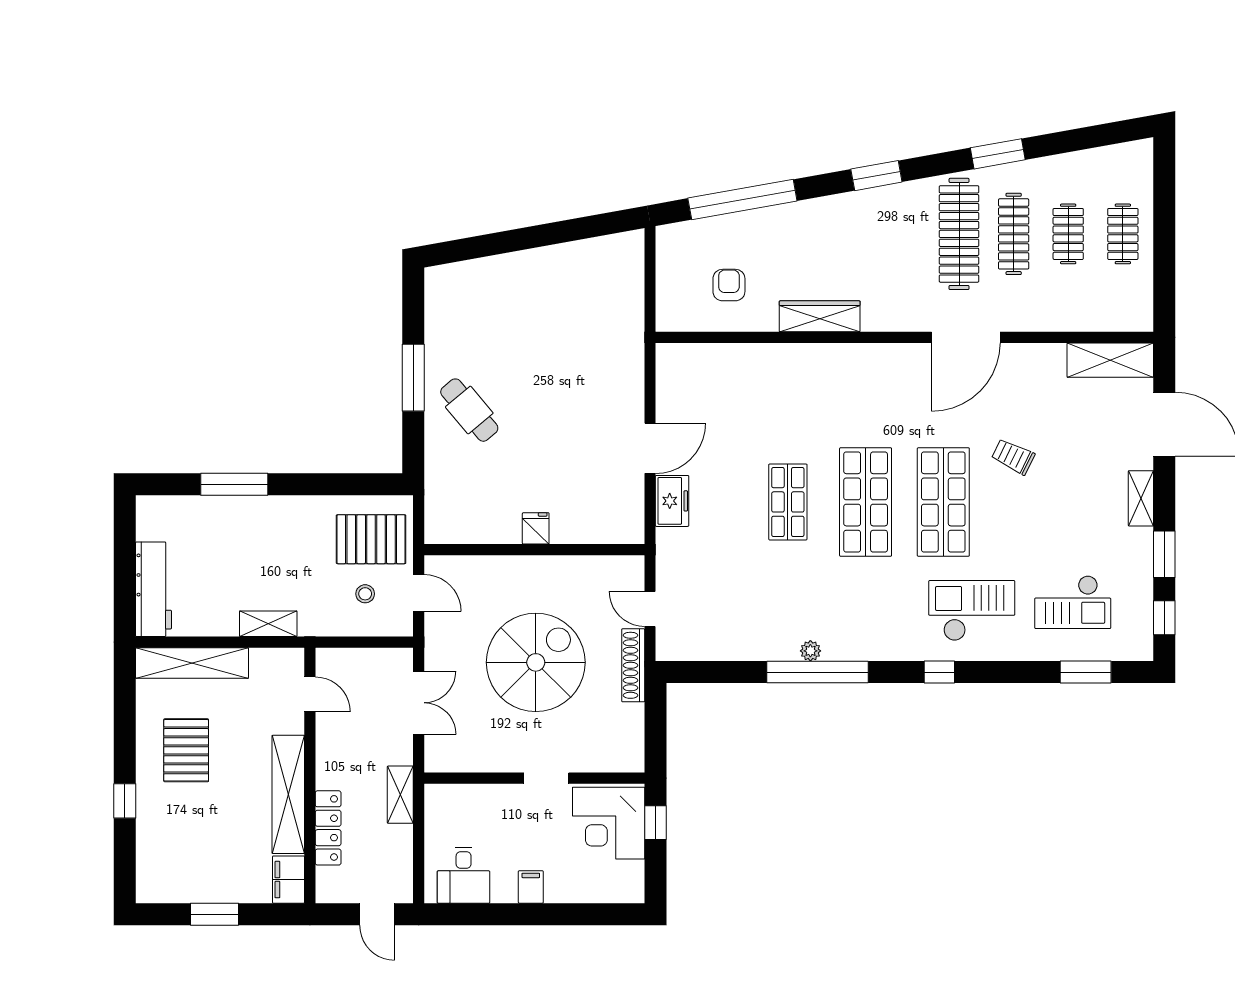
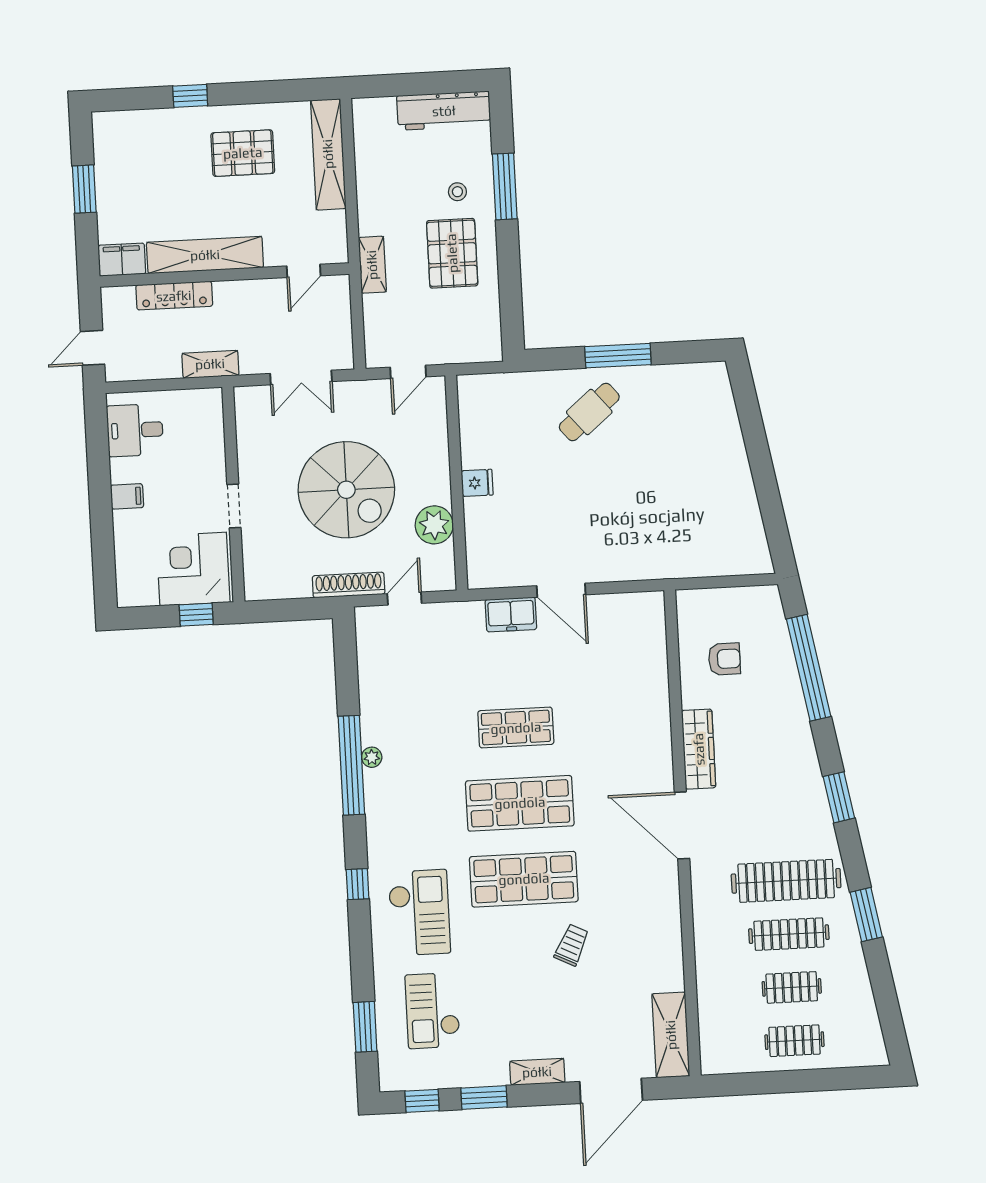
door: (966, 337) -> (682, 825), moved
pallet: (371, 539) -> (452, 253), moved
plant: (576, 575) -> (434, 525), added
workbench: (153, 589) -> (444, 111), moved
stool: (365, 594) -> (457, 192), moved
shelving: (268, 624) -> (372, 265), moved

